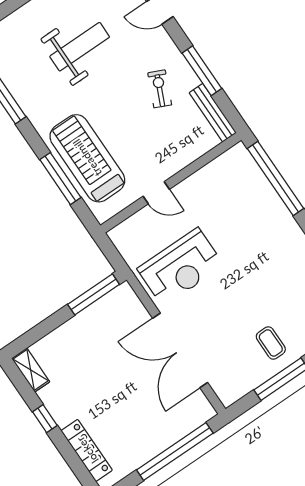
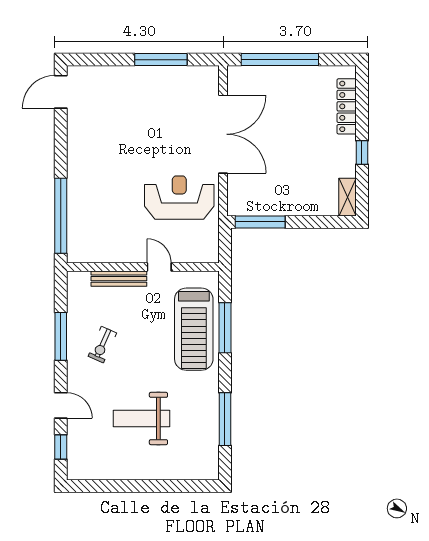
bench: (213, 113) -> (119, 279), moved, turned 90
coffee table: (271, 343) -> (150, 93), removed

